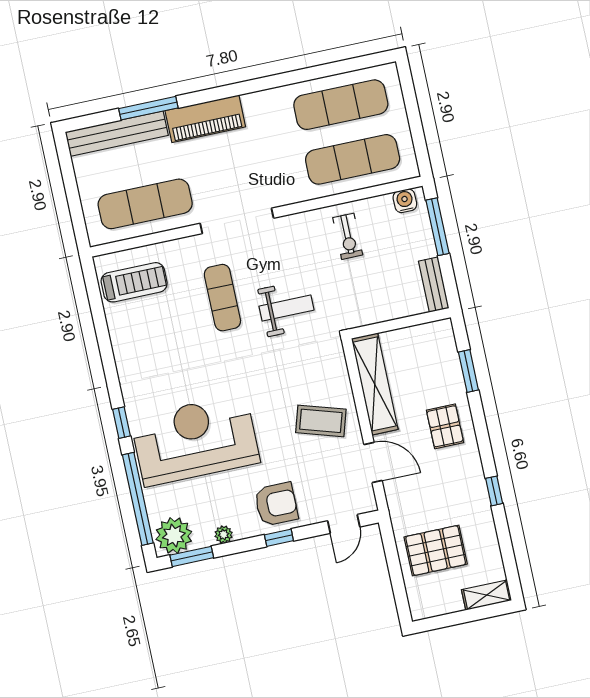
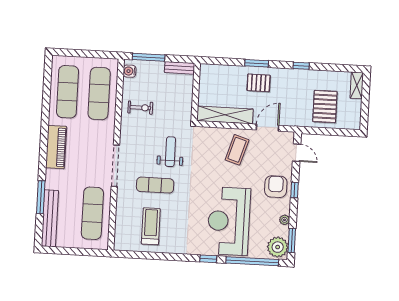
piano: (205, 119) -> (56, 147), moved
treadmill: (134, 282) -> (151, 226), moved
window: (468, 371) -> (257, 63), moved

